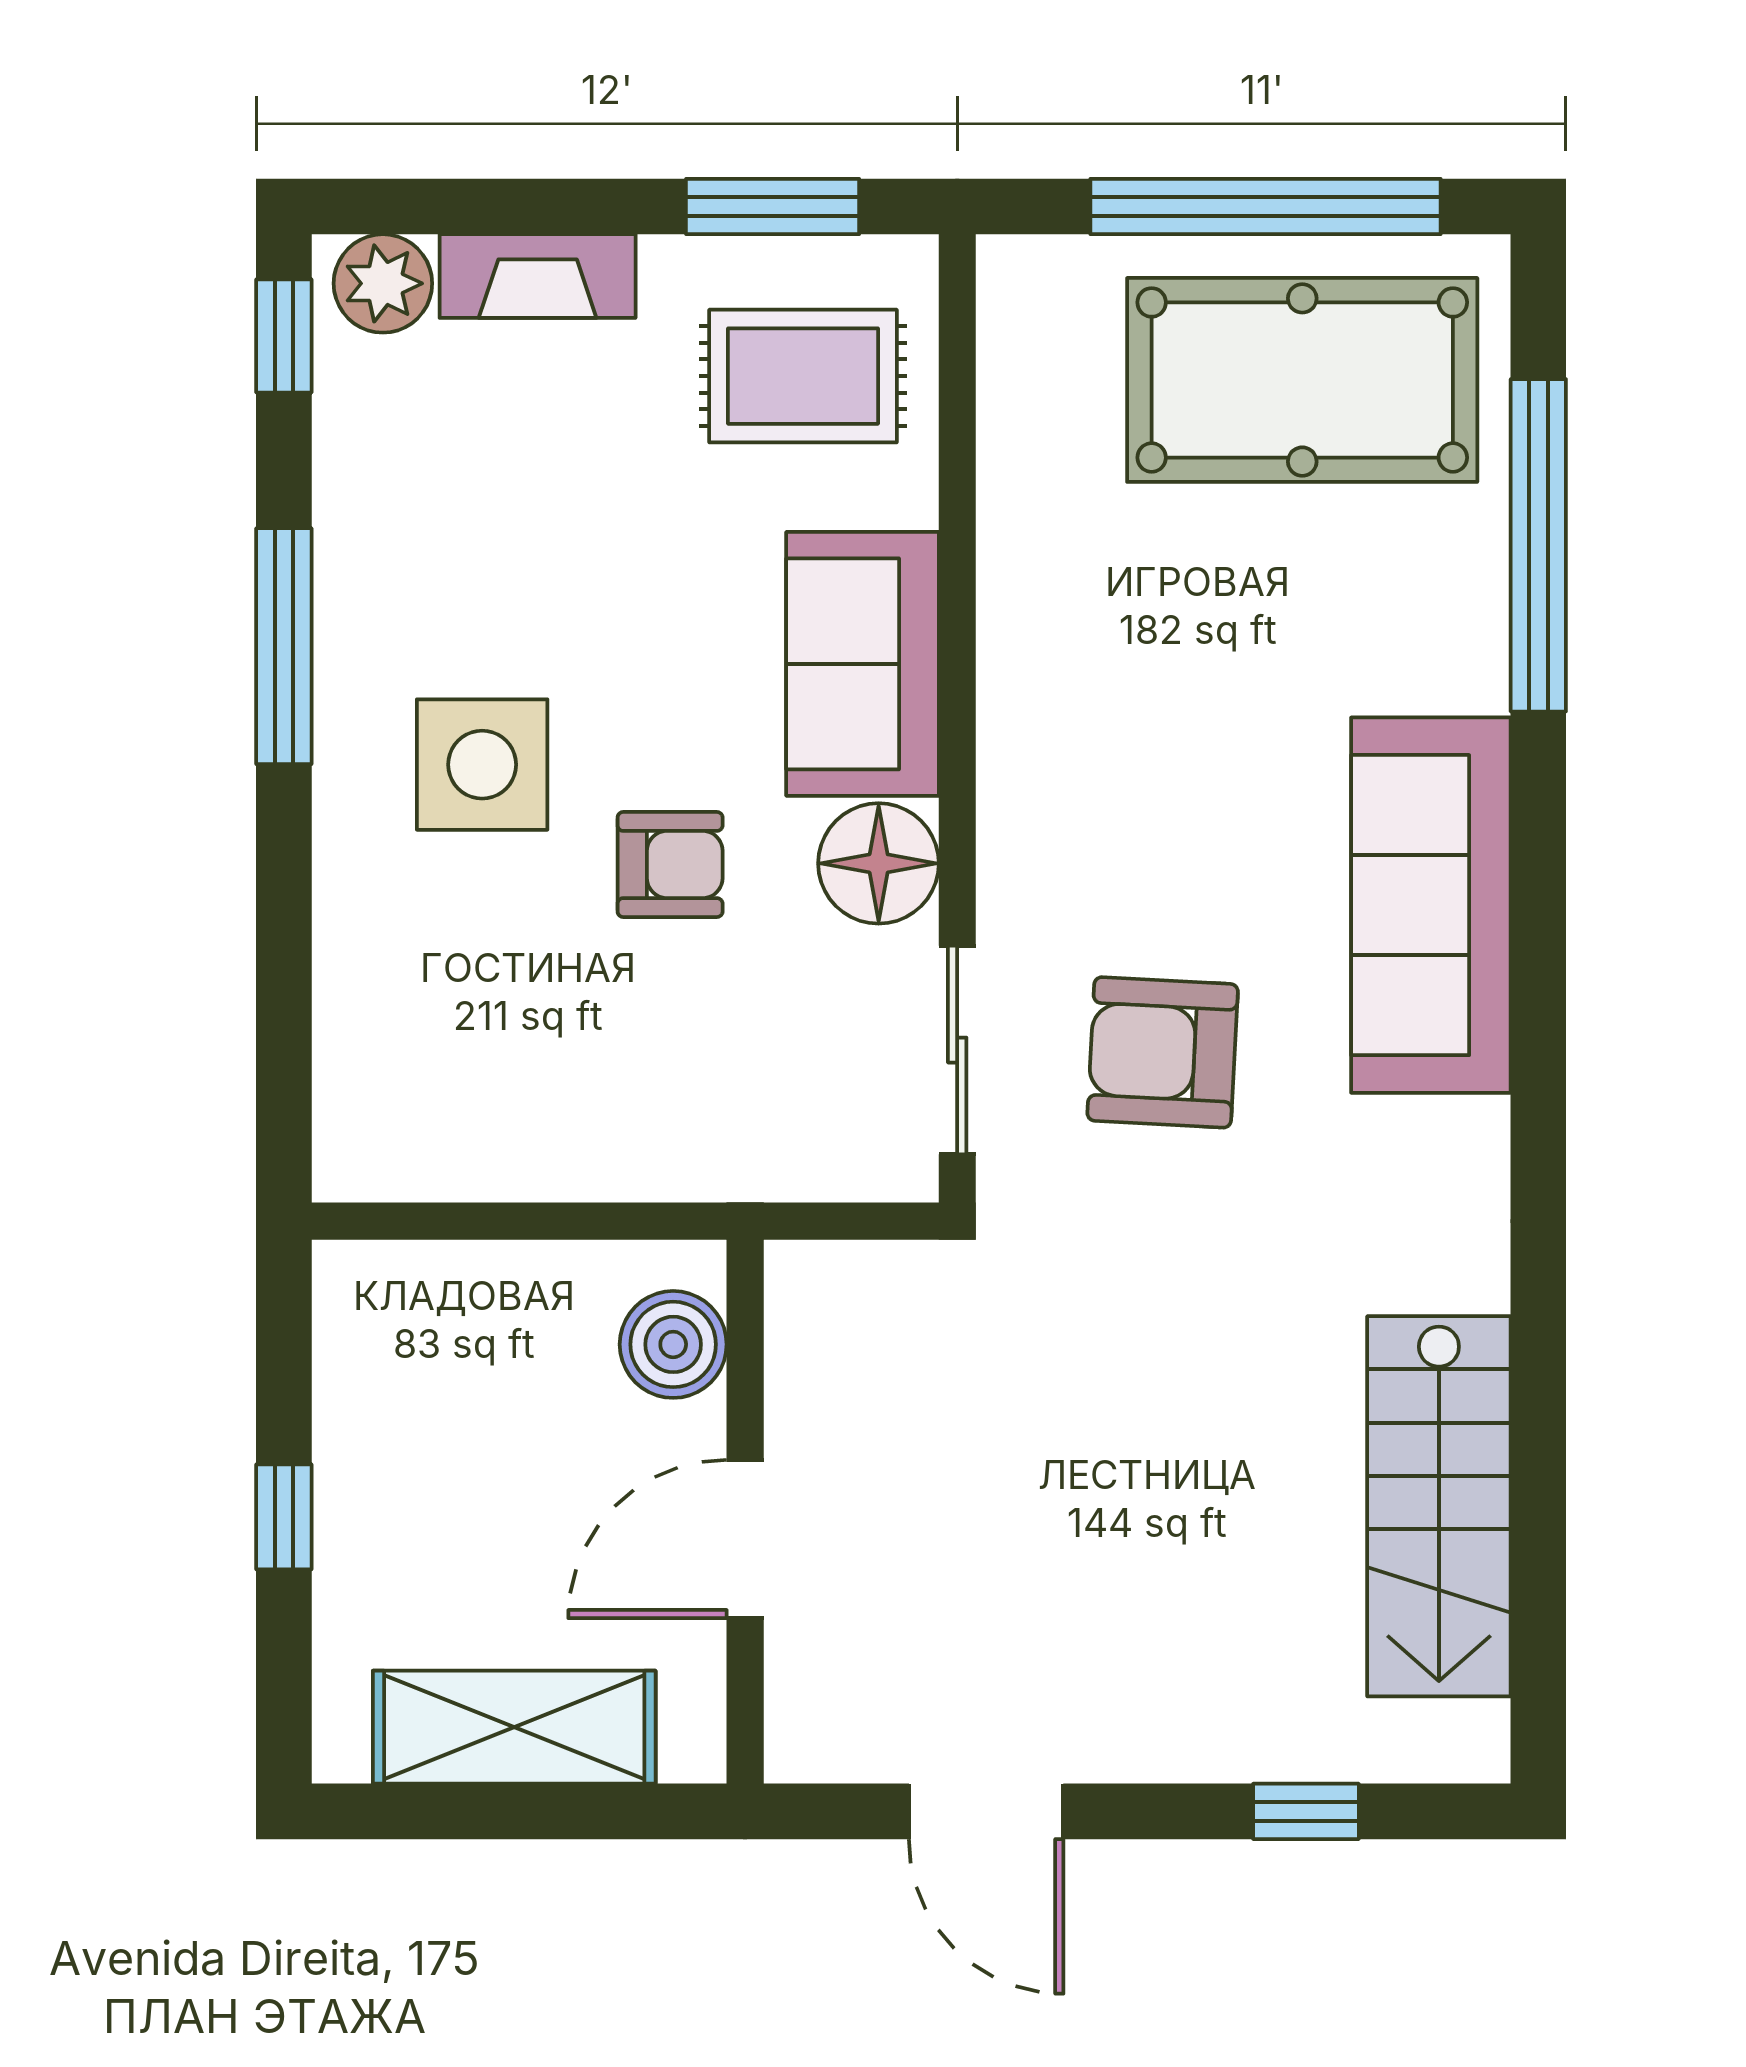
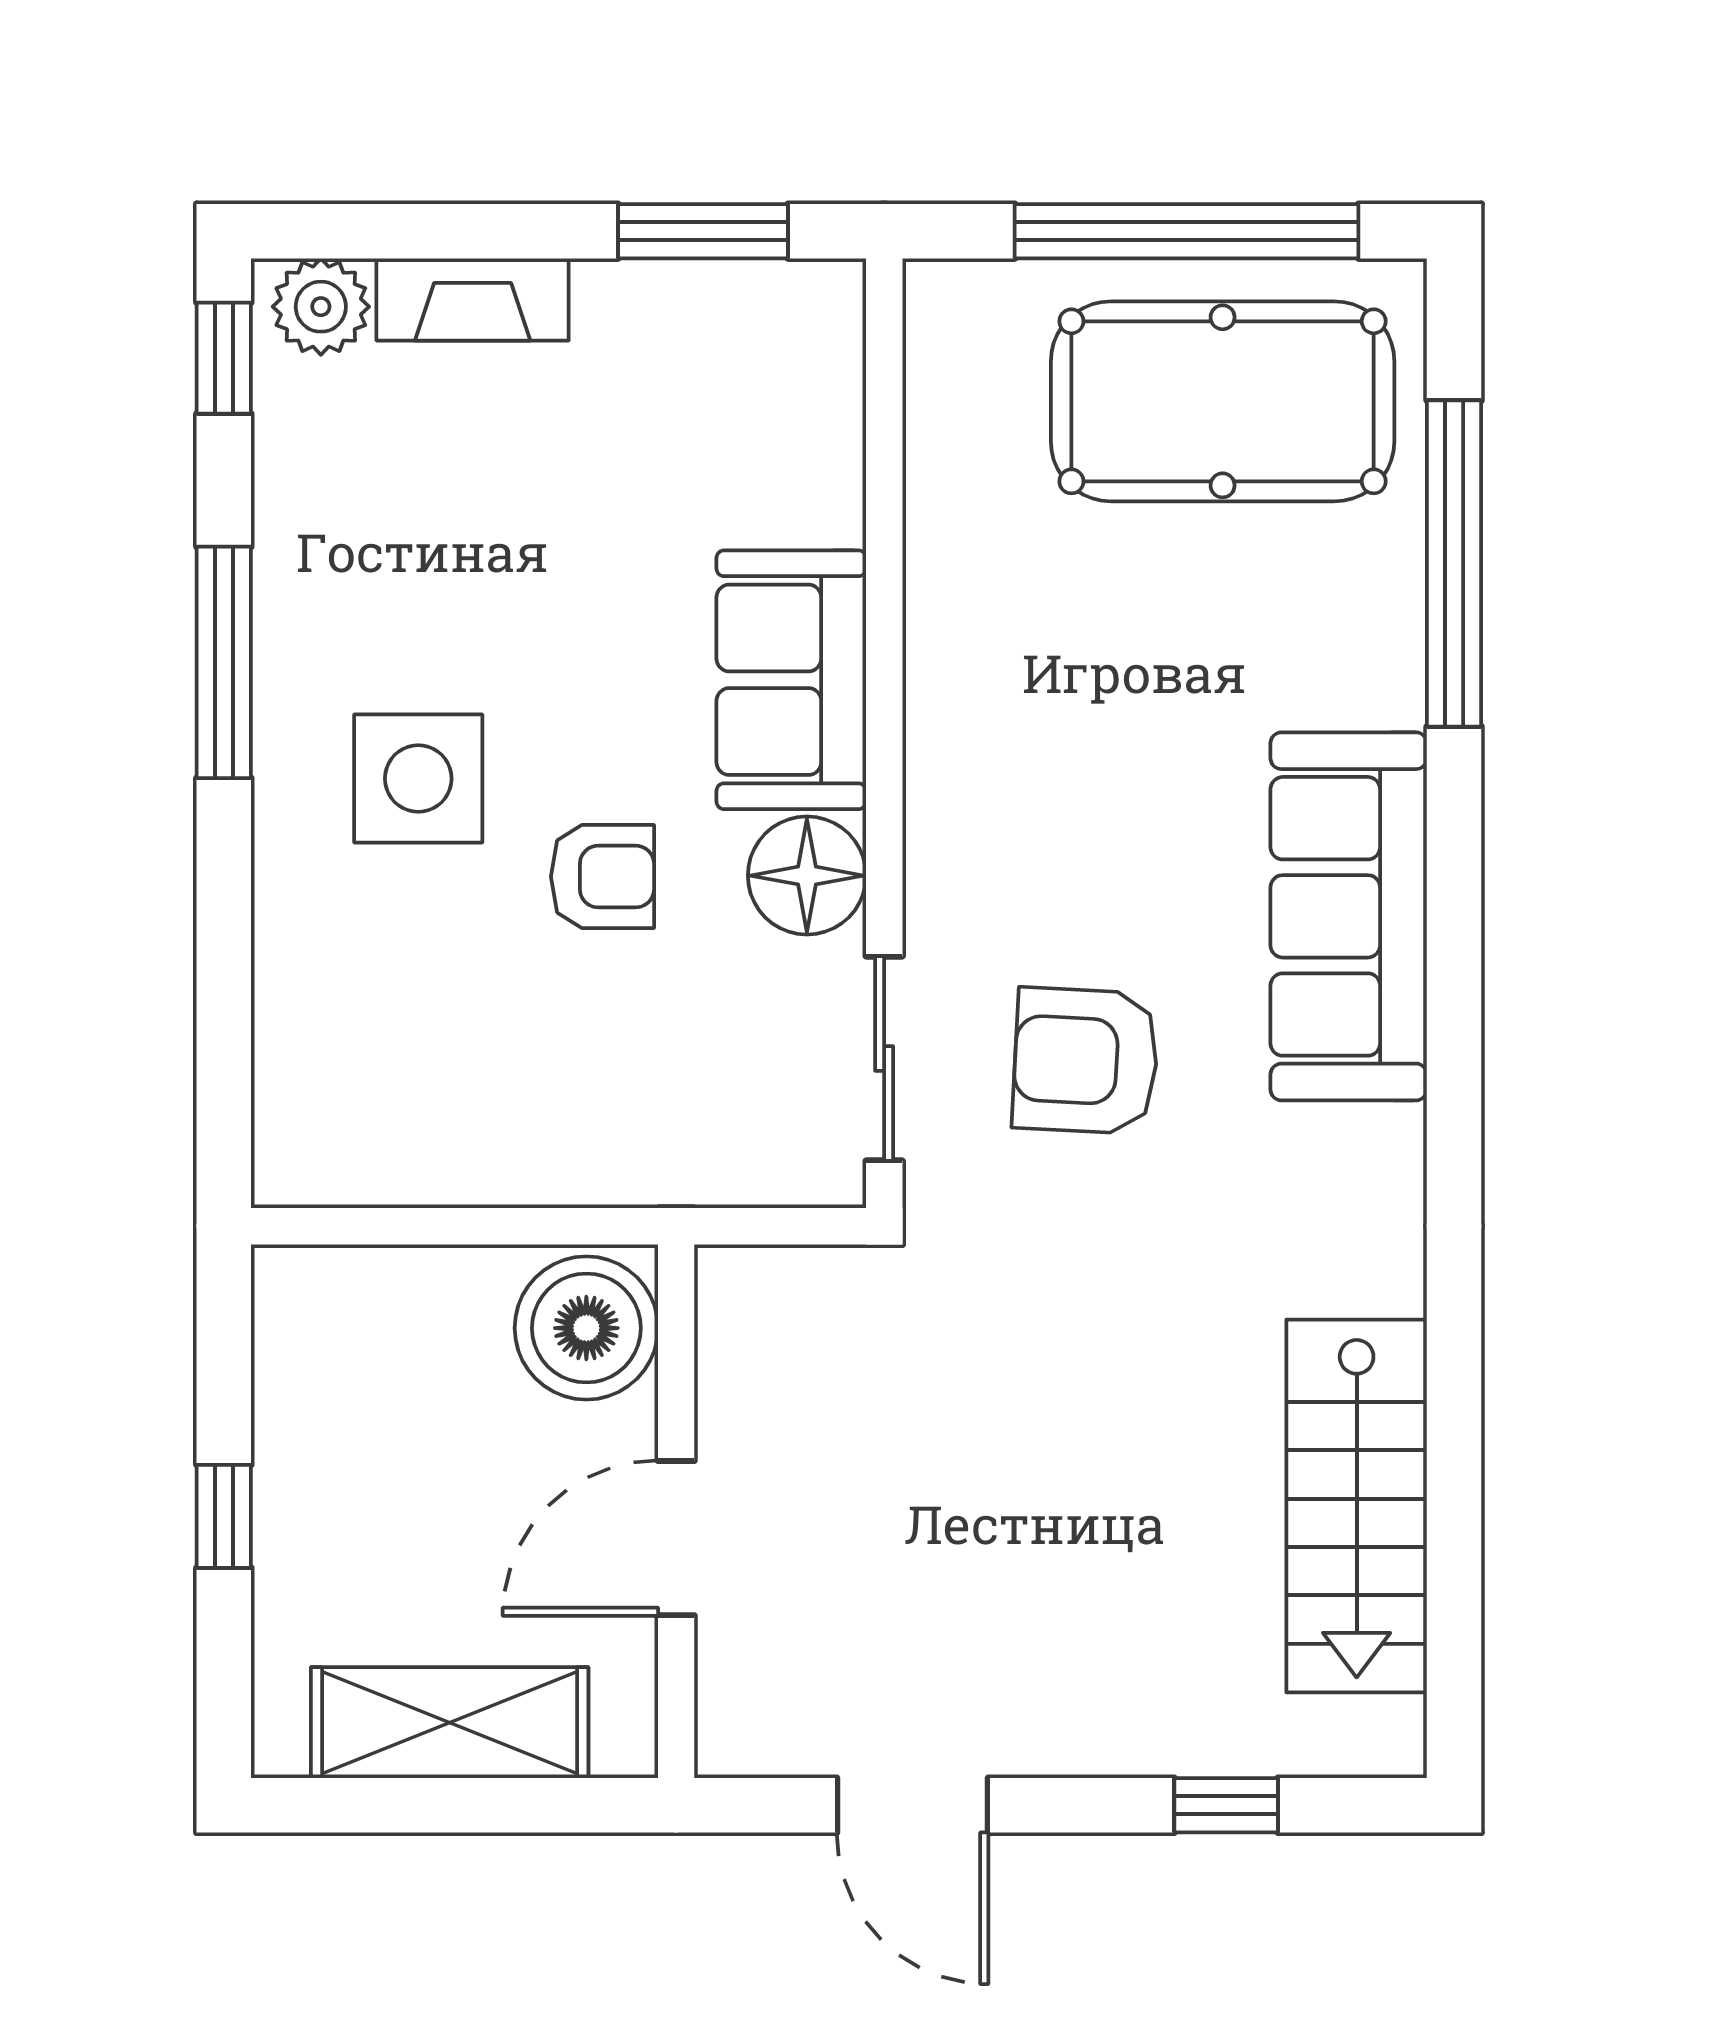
rug: (803, 376) -> (733, 397), removed
boiler: (673, 1344) -> (586, 1328), width x1.37, depth x1.37

